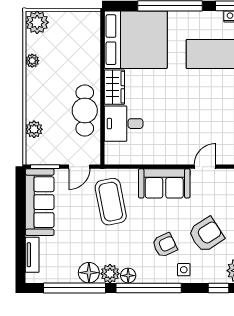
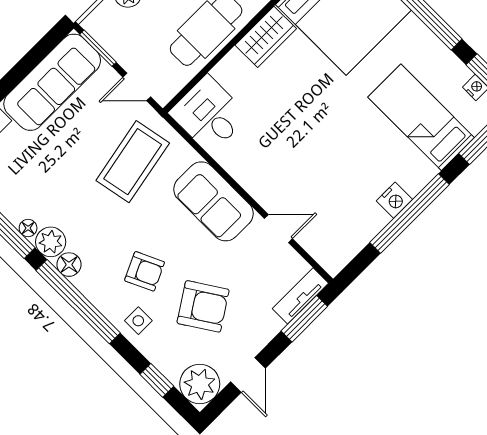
desk: (124, 124) -> (209, 114), moved
floor lamp: (89, 273) -> (28, 228), width x0.53, depth x0.53

